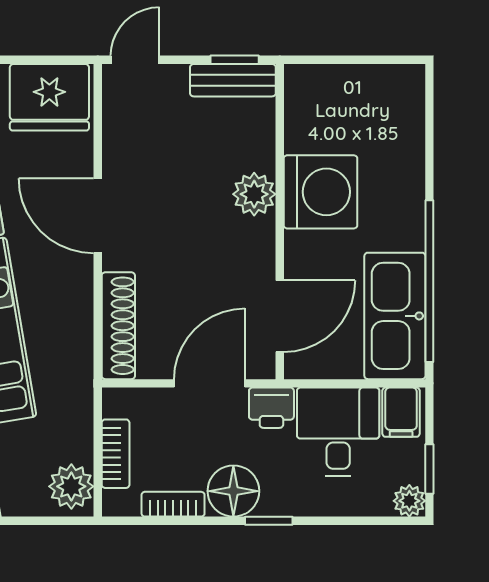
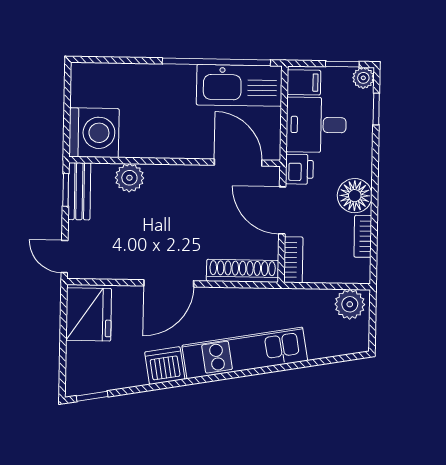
washing machine: (320, 192) -> (94, 133), moved, turned 90
plant: (254, 194) -> (129, 178), moved
bookcase: (116, 454) -> (293, 260), moved, turned 90
window: (269, 521) -> (376, 109), moved

